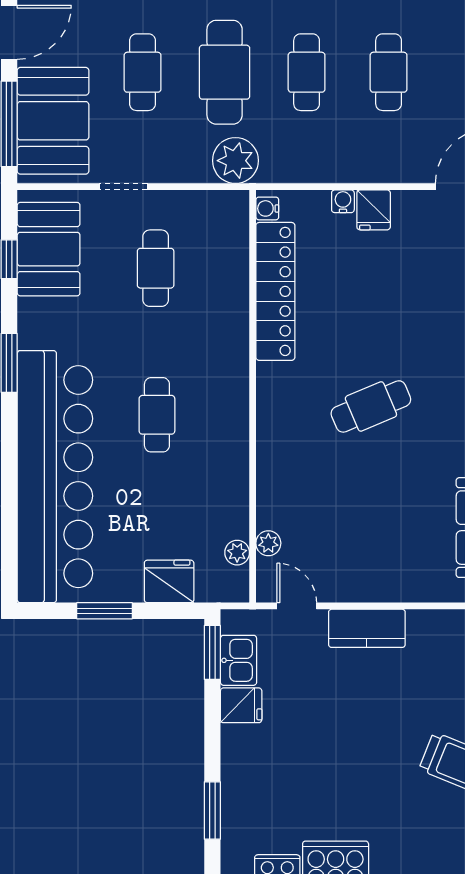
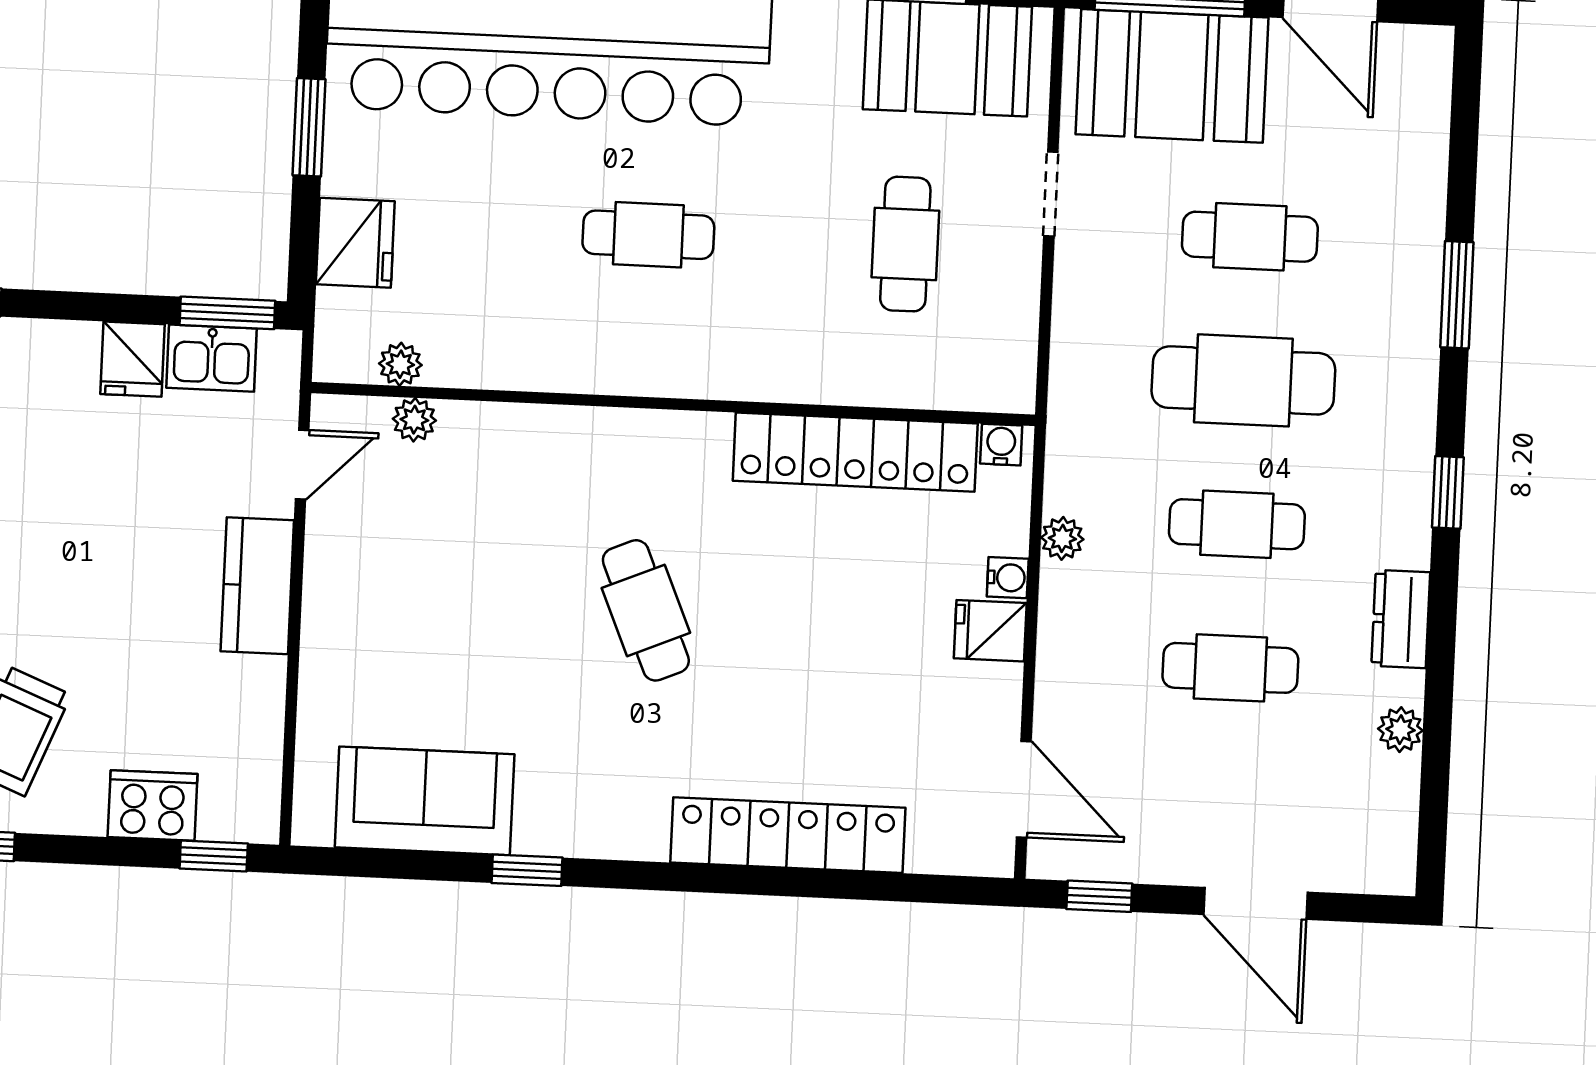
plant: (235, 161) -> (1062, 538), moved, width x0.53, depth x0.53
cafe table: (156, 268) -> (905, 244), turned 90

